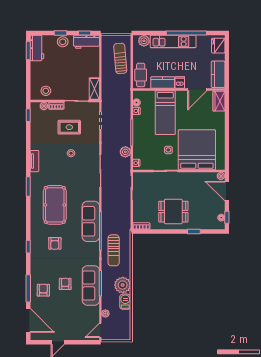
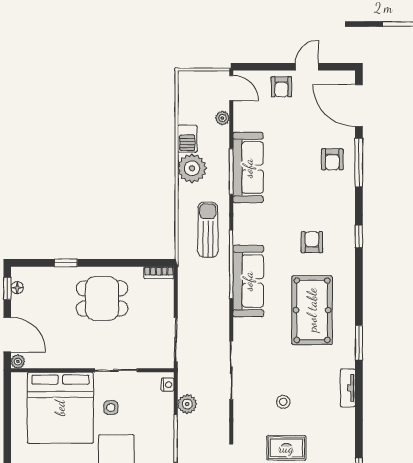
armchair: (65, 284) -> (281, 87), moved
door: (100, 330) -> (231, 88), hinge flipped

